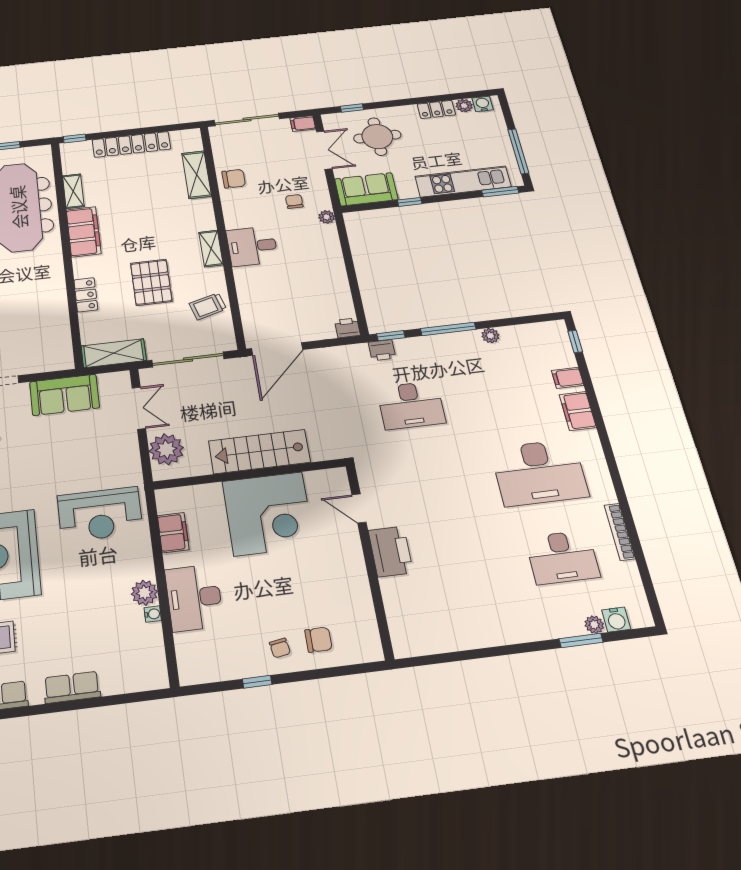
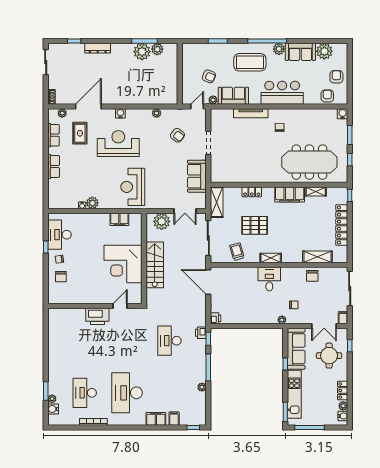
sofa: (366, 189) -> (296, 349), width x1.36
desk: (194, 598) -> (59, 235), moved, turned -90

